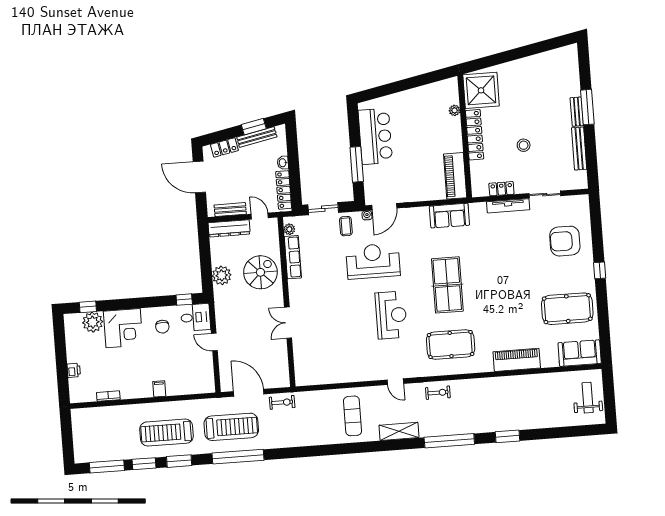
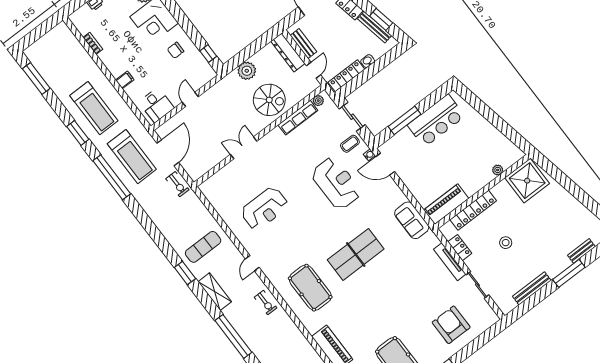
bench: (577, 112) -> (581, 251), moved
locker: (475, 135) -> (473, 210), moved
reception desk: (391, 315) -> (265, 209), moved
desk: (195, 317) -> (157, 105), moved
treadmill: (166, 433) -> (94, 108), turned 180
window: (144, 464) -> (185, 273), moved

